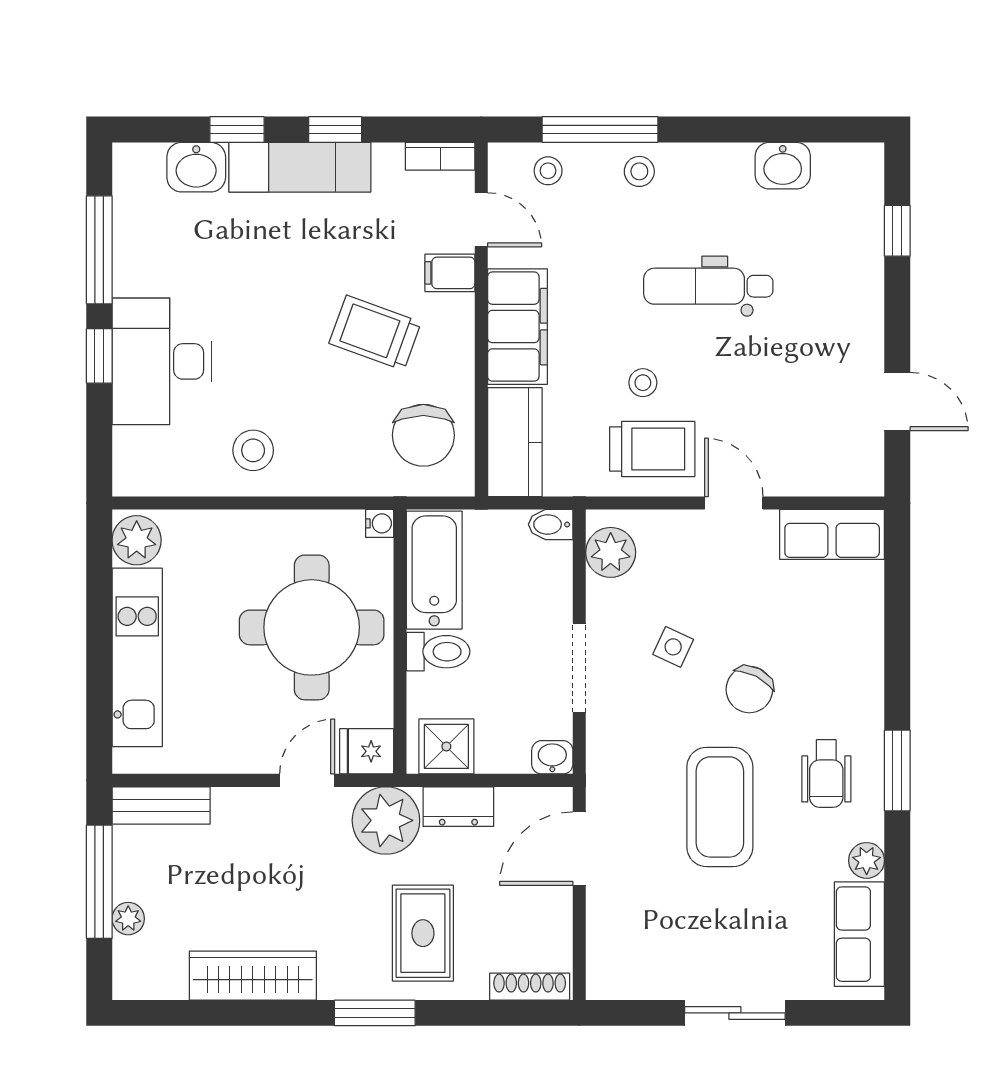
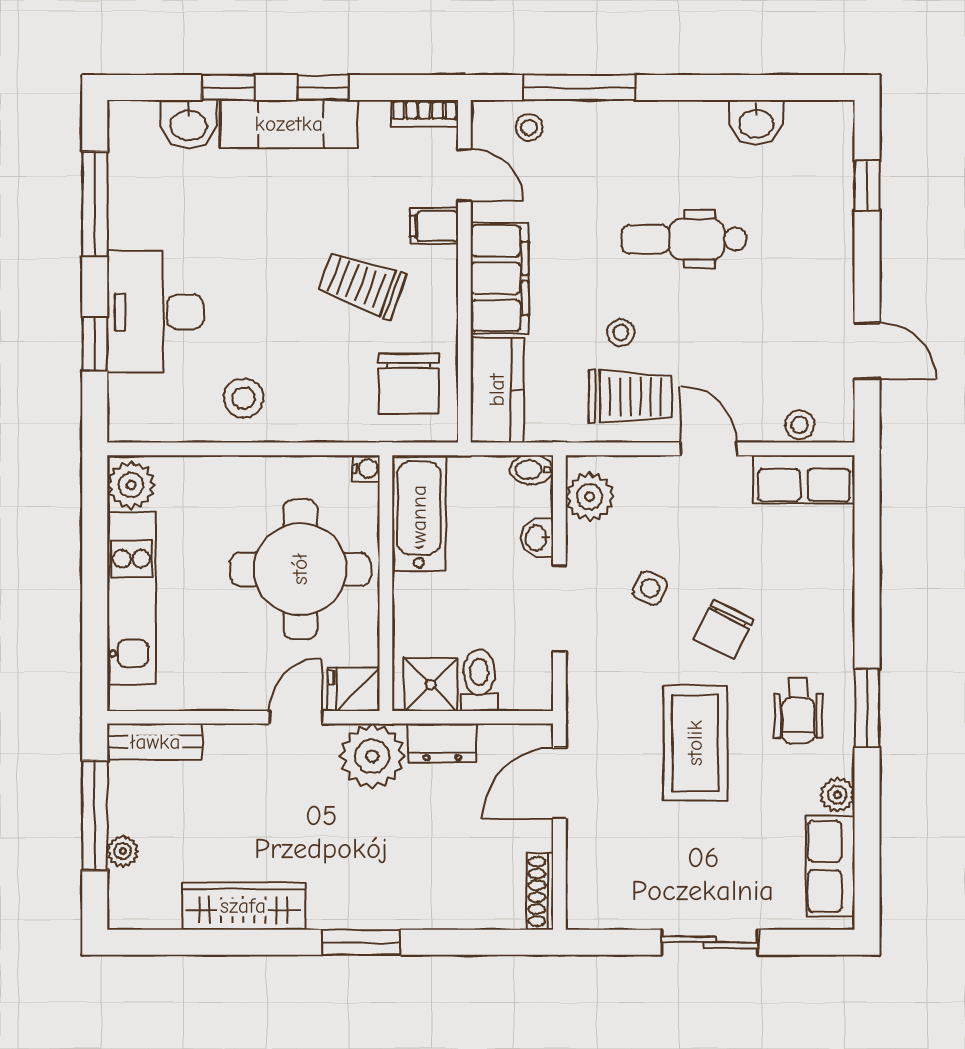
stool: (639, 171) -> (800, 425), moved
window: (99, 356) -> (95, 344), moved
toilet: (438, 652) -> (479, 680), moved, turned -90
washbasin: (552, 757) -> (537, 538), moved, turned -90
rug: (423, 933) -> (408, 865), removed
shoe rack: (530, 987) -> (540, 891), moved, turned -90

